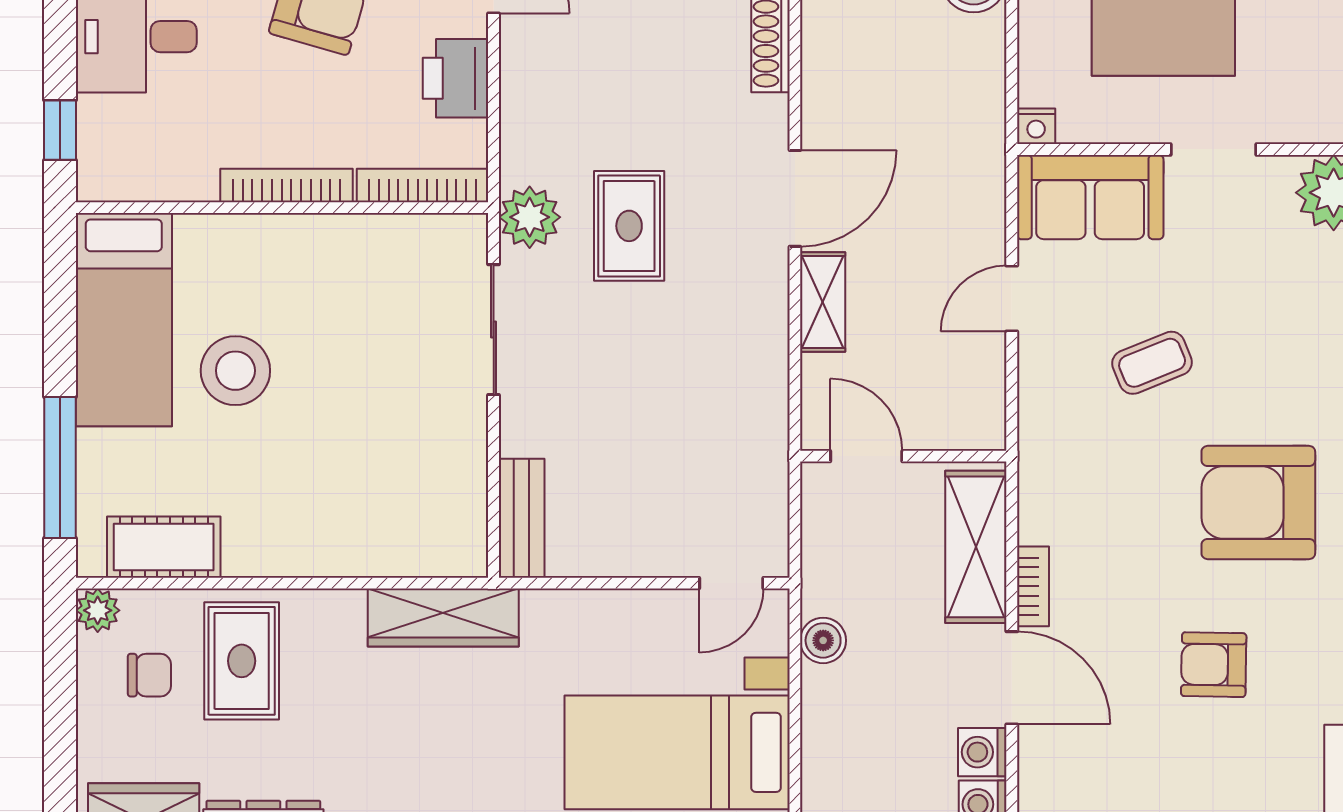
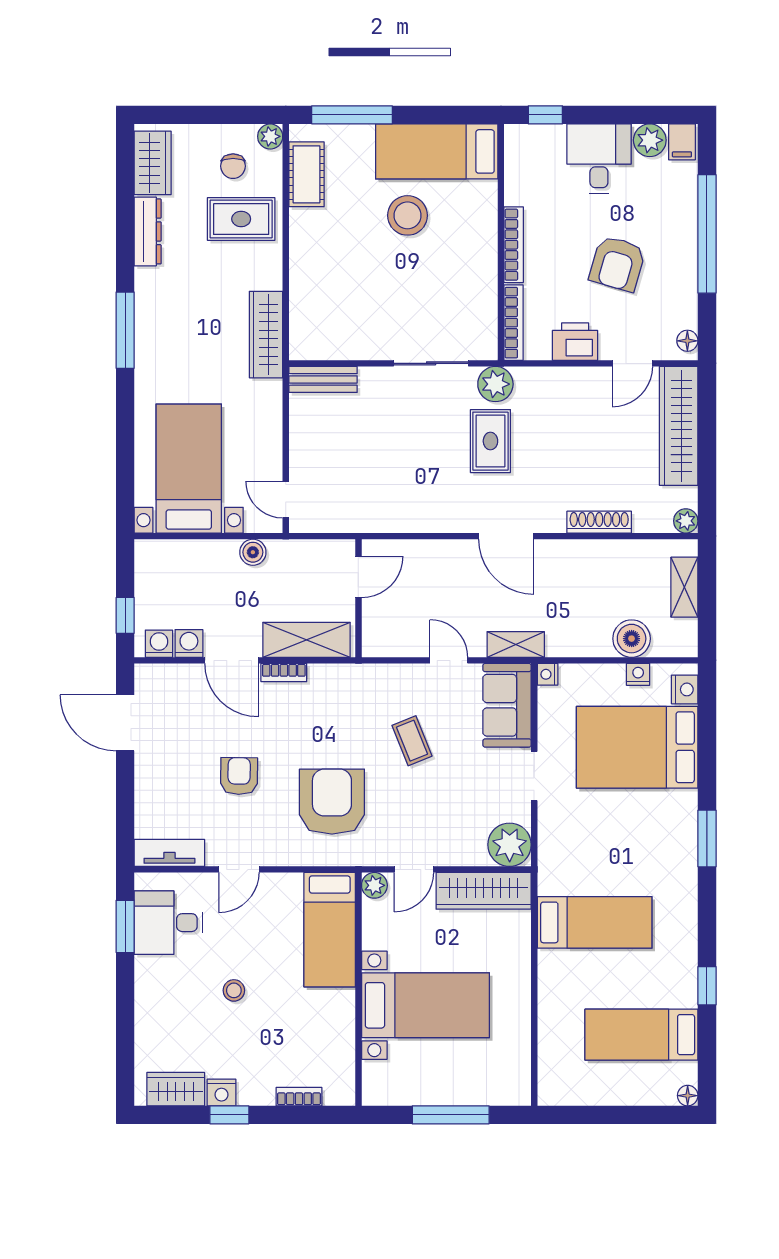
rug: (629, 226) -> (490, 441), turned 90
shelving: (823, 302) -> (516, 644), moved
door: (1012, 678) -> (231, 660), hinge flipped

